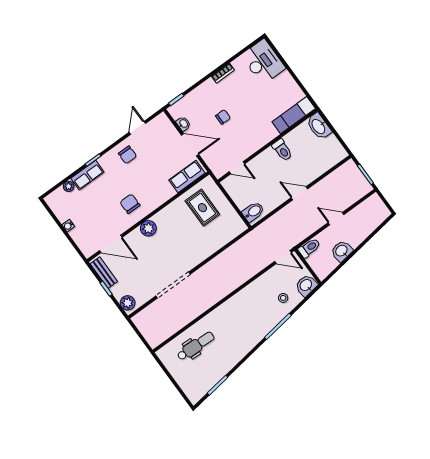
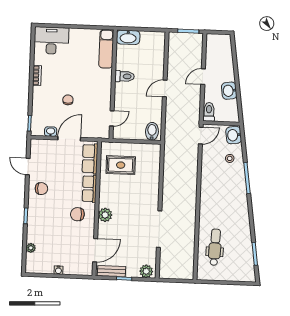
row of seats: (87, 175) -> (89, 189), moved, turned 180

